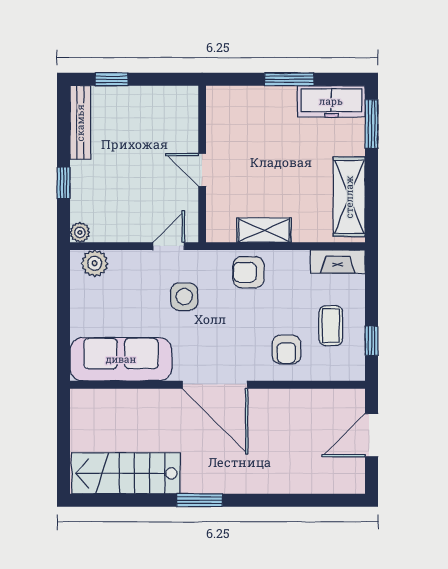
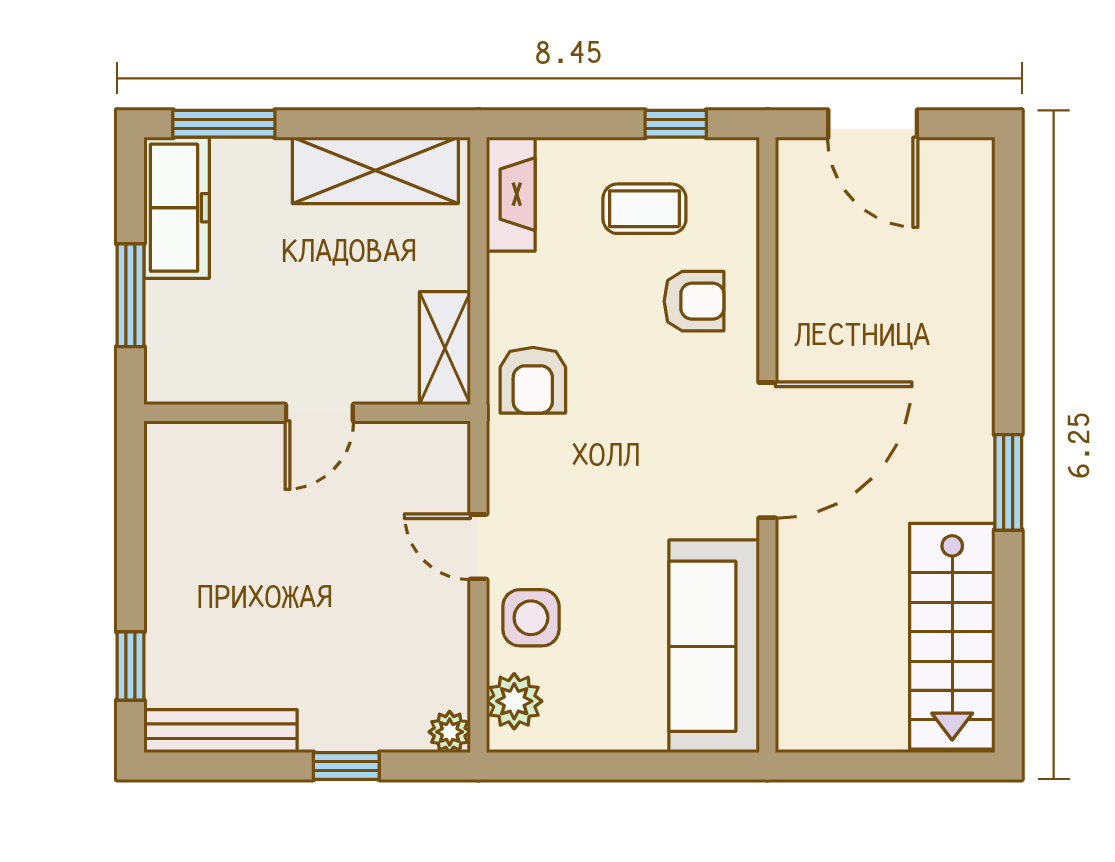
wall: (202, 164) -> (307, 413), moved
door: (202, 170) -> (319, 413), moved
side table: (184, 297) -> (531, 618), moved

